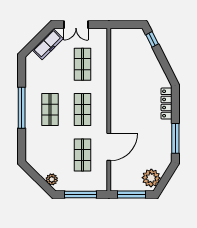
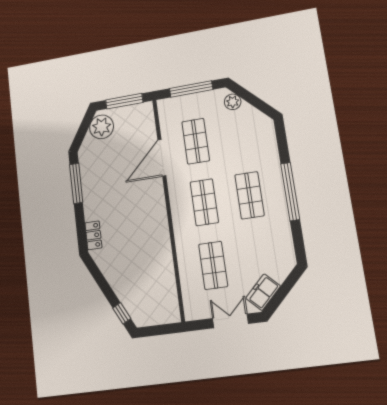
freezer: (48, 44) -> (263, 292), width x0.71
locker: (167, 103) -> (93, 235), width x0.66

